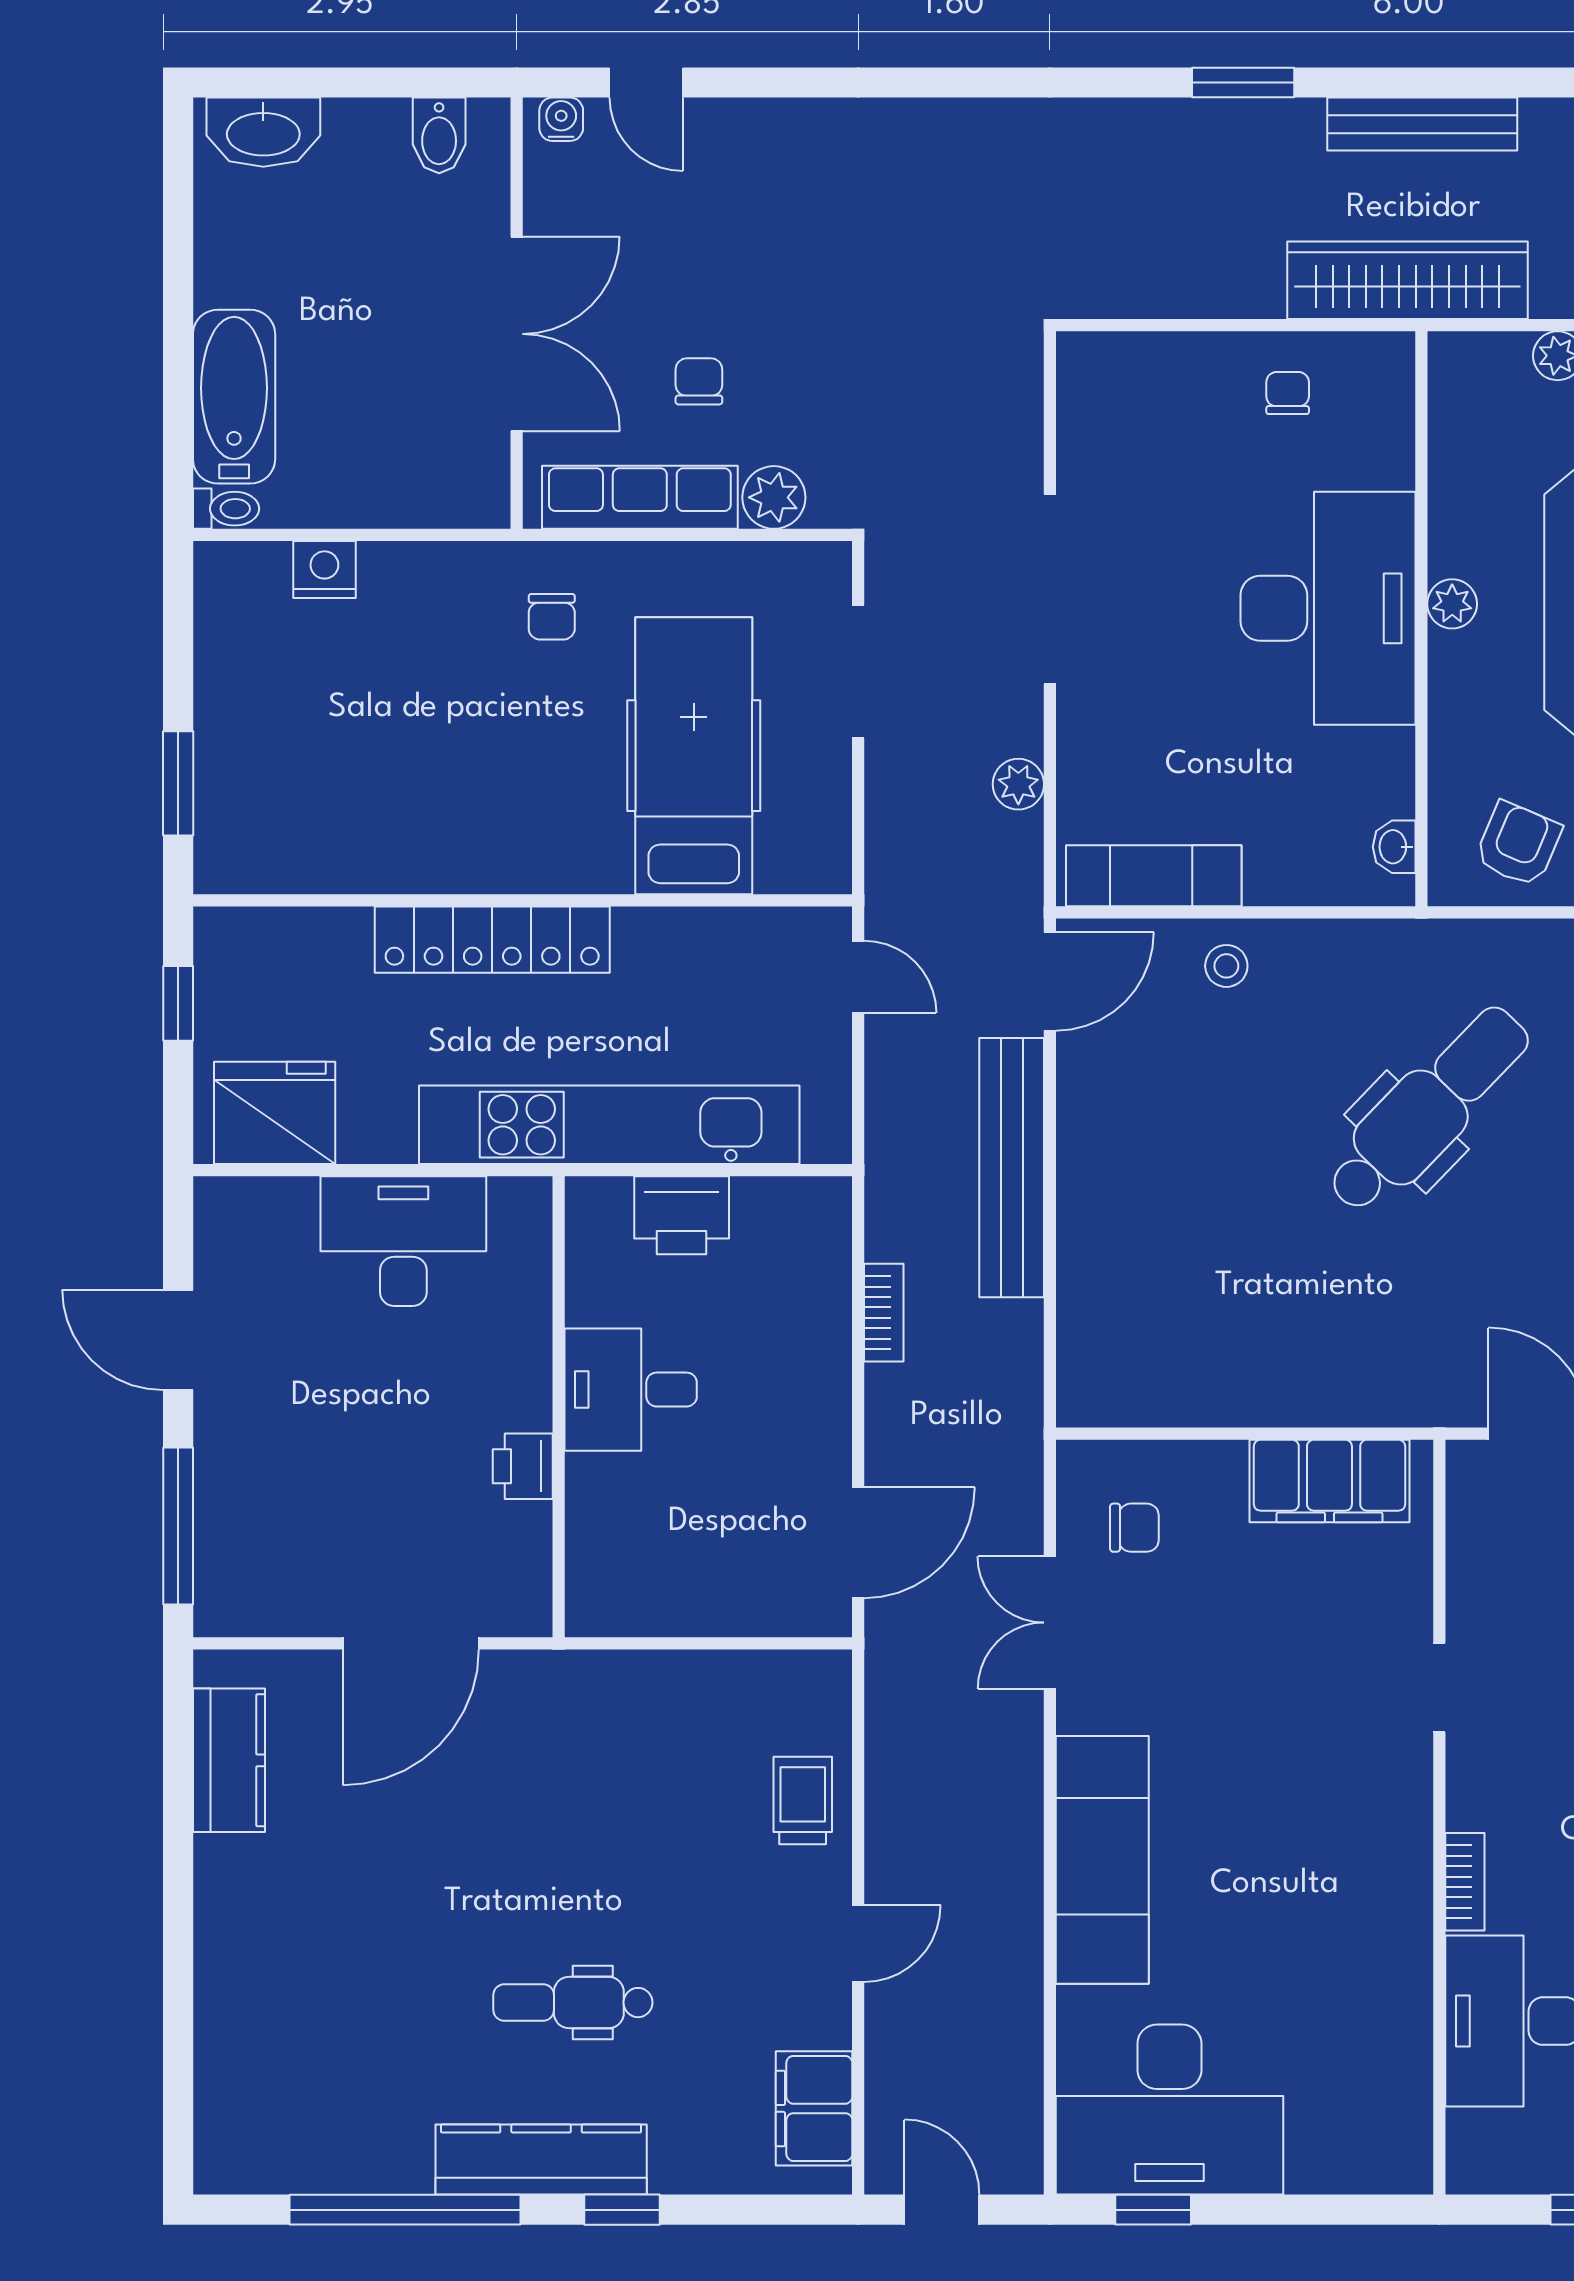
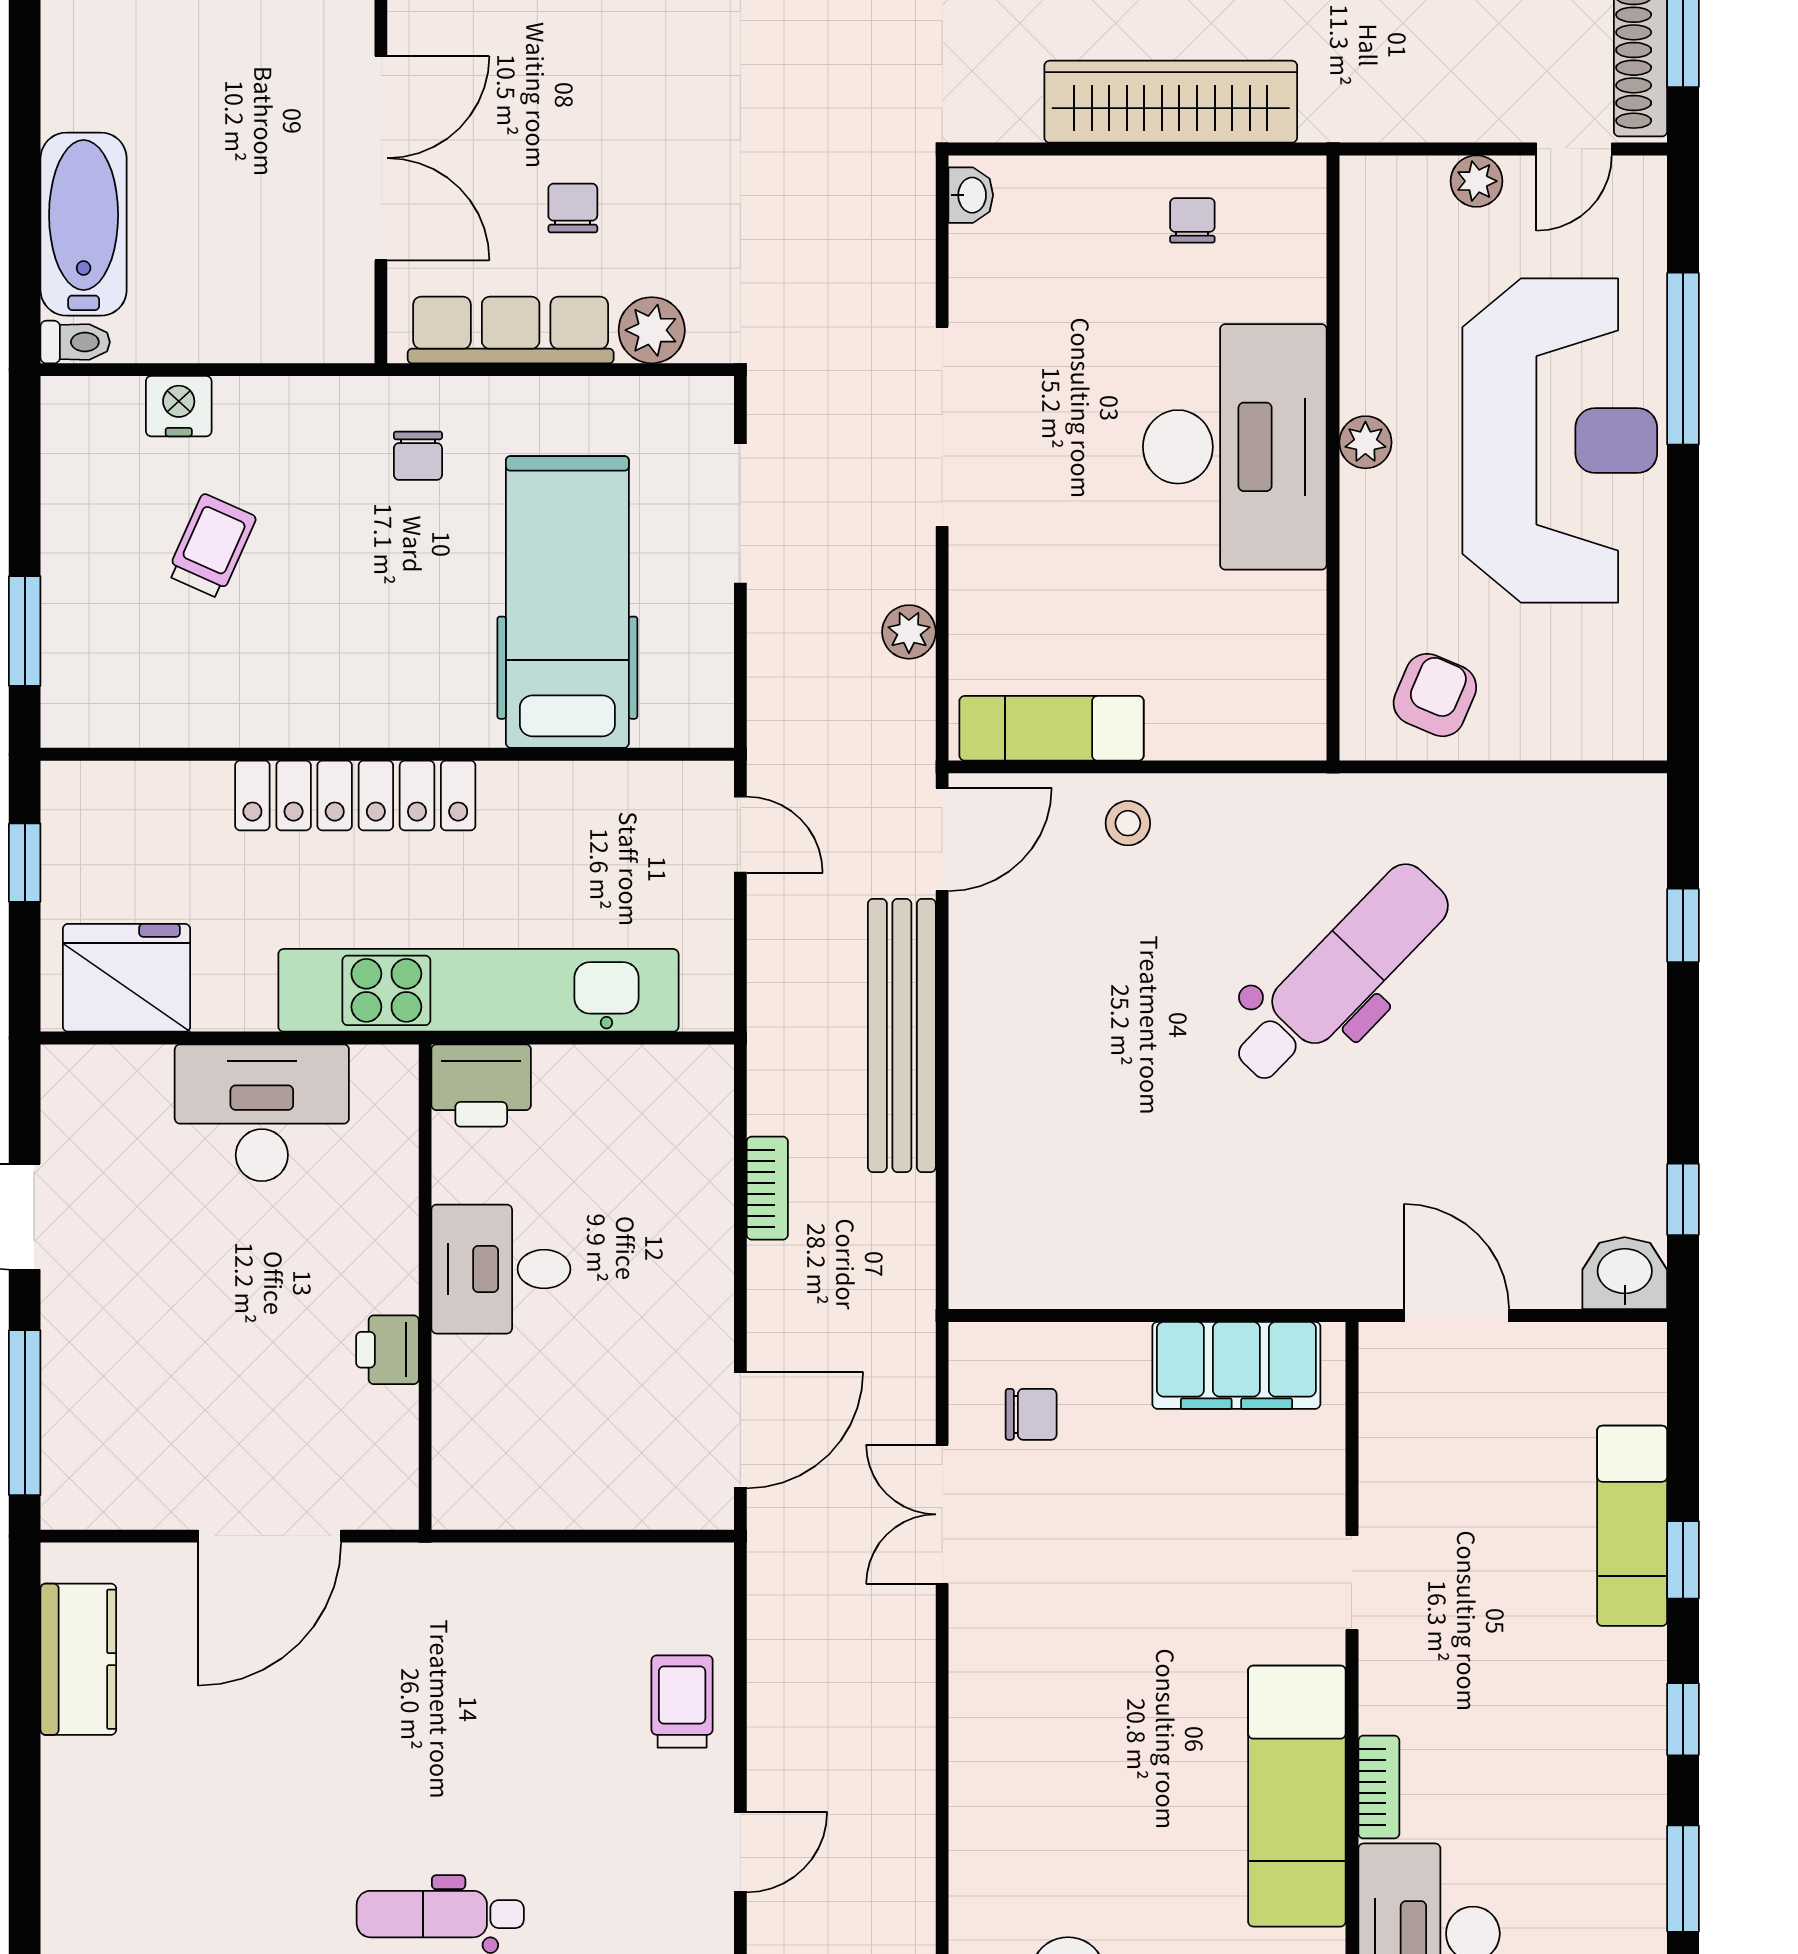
wardrobe: (1407, 280) -> (1171, 102), moved
trolley: (356, 702) -> (211, 546), added
washbasin: (1394, 847) -> (971, 195), moved, turned 180
printer: (682, 1215) -> (481, 1085), moved
exam couch: (1102, 1860) -> (1297, 1796), moved, turned 180

